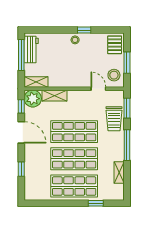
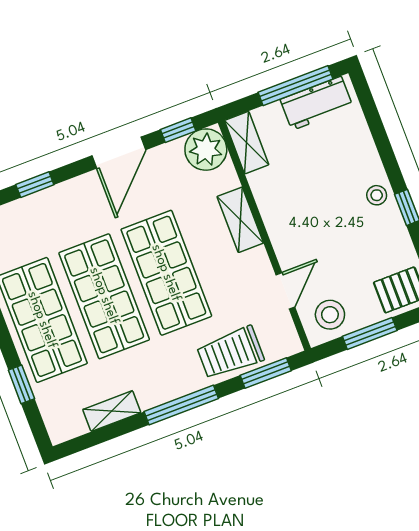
shelving: (55, 96) -> (240, 220), moved

